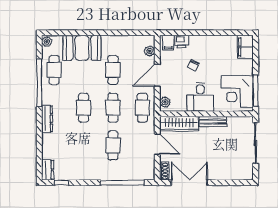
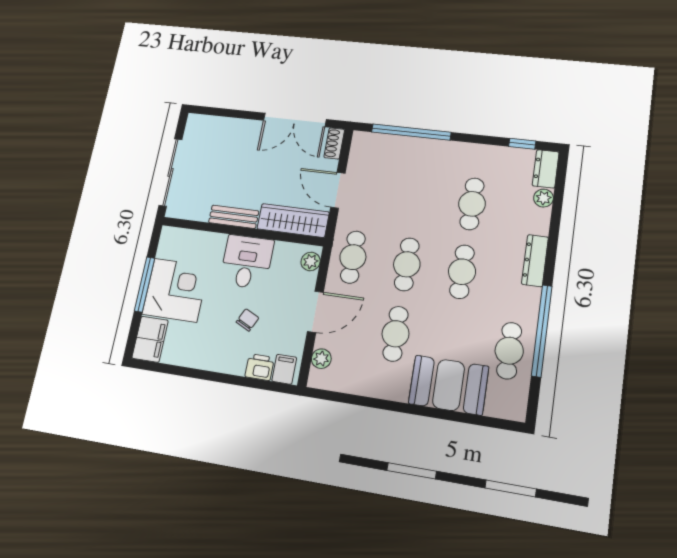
plant: (47, 42) -> (544, 198), moved
window: (256, 91) -> (145, 284), moved
corner desk: (237, 92) -> (175, 290), moved
cafe table: (113, 145) -> (472, 204), moved

